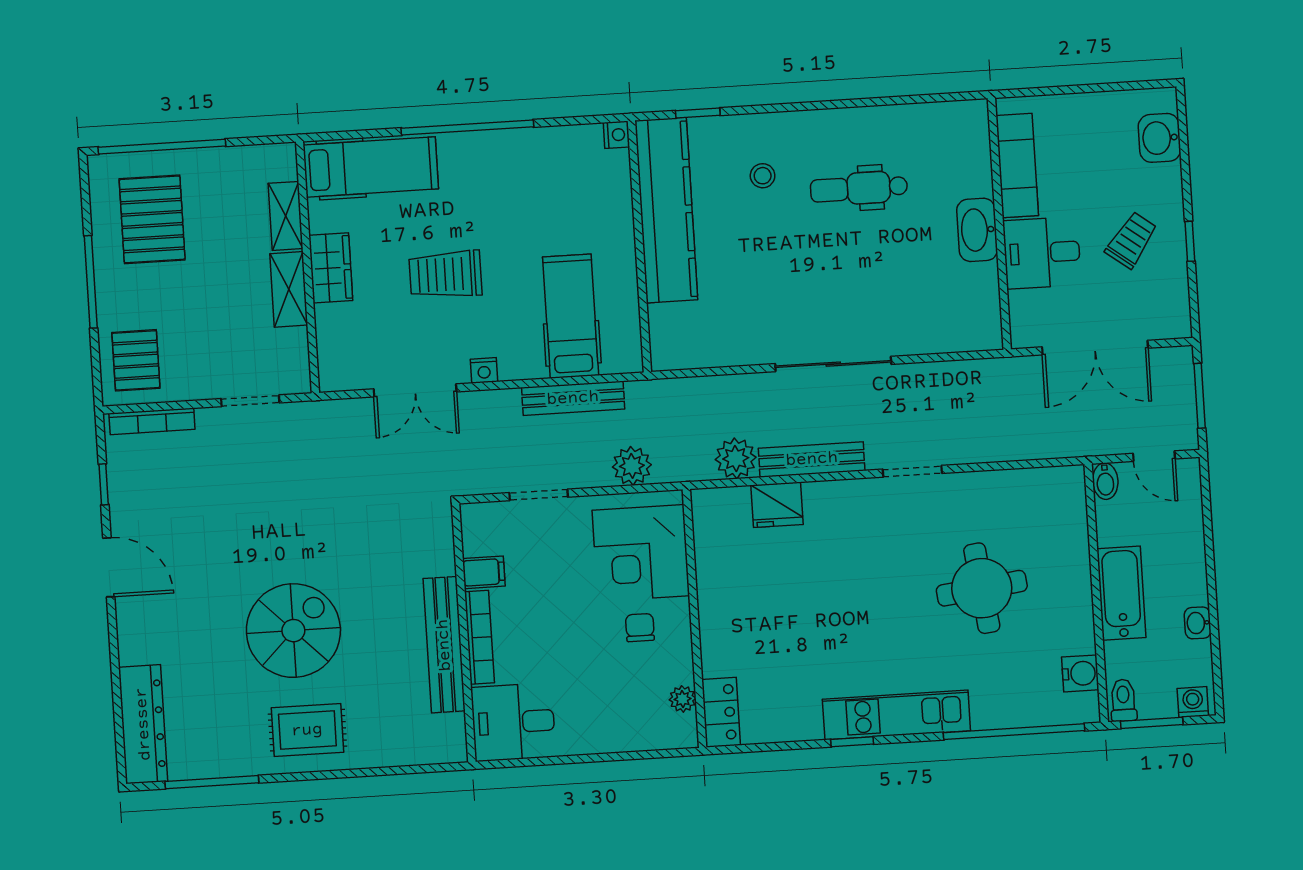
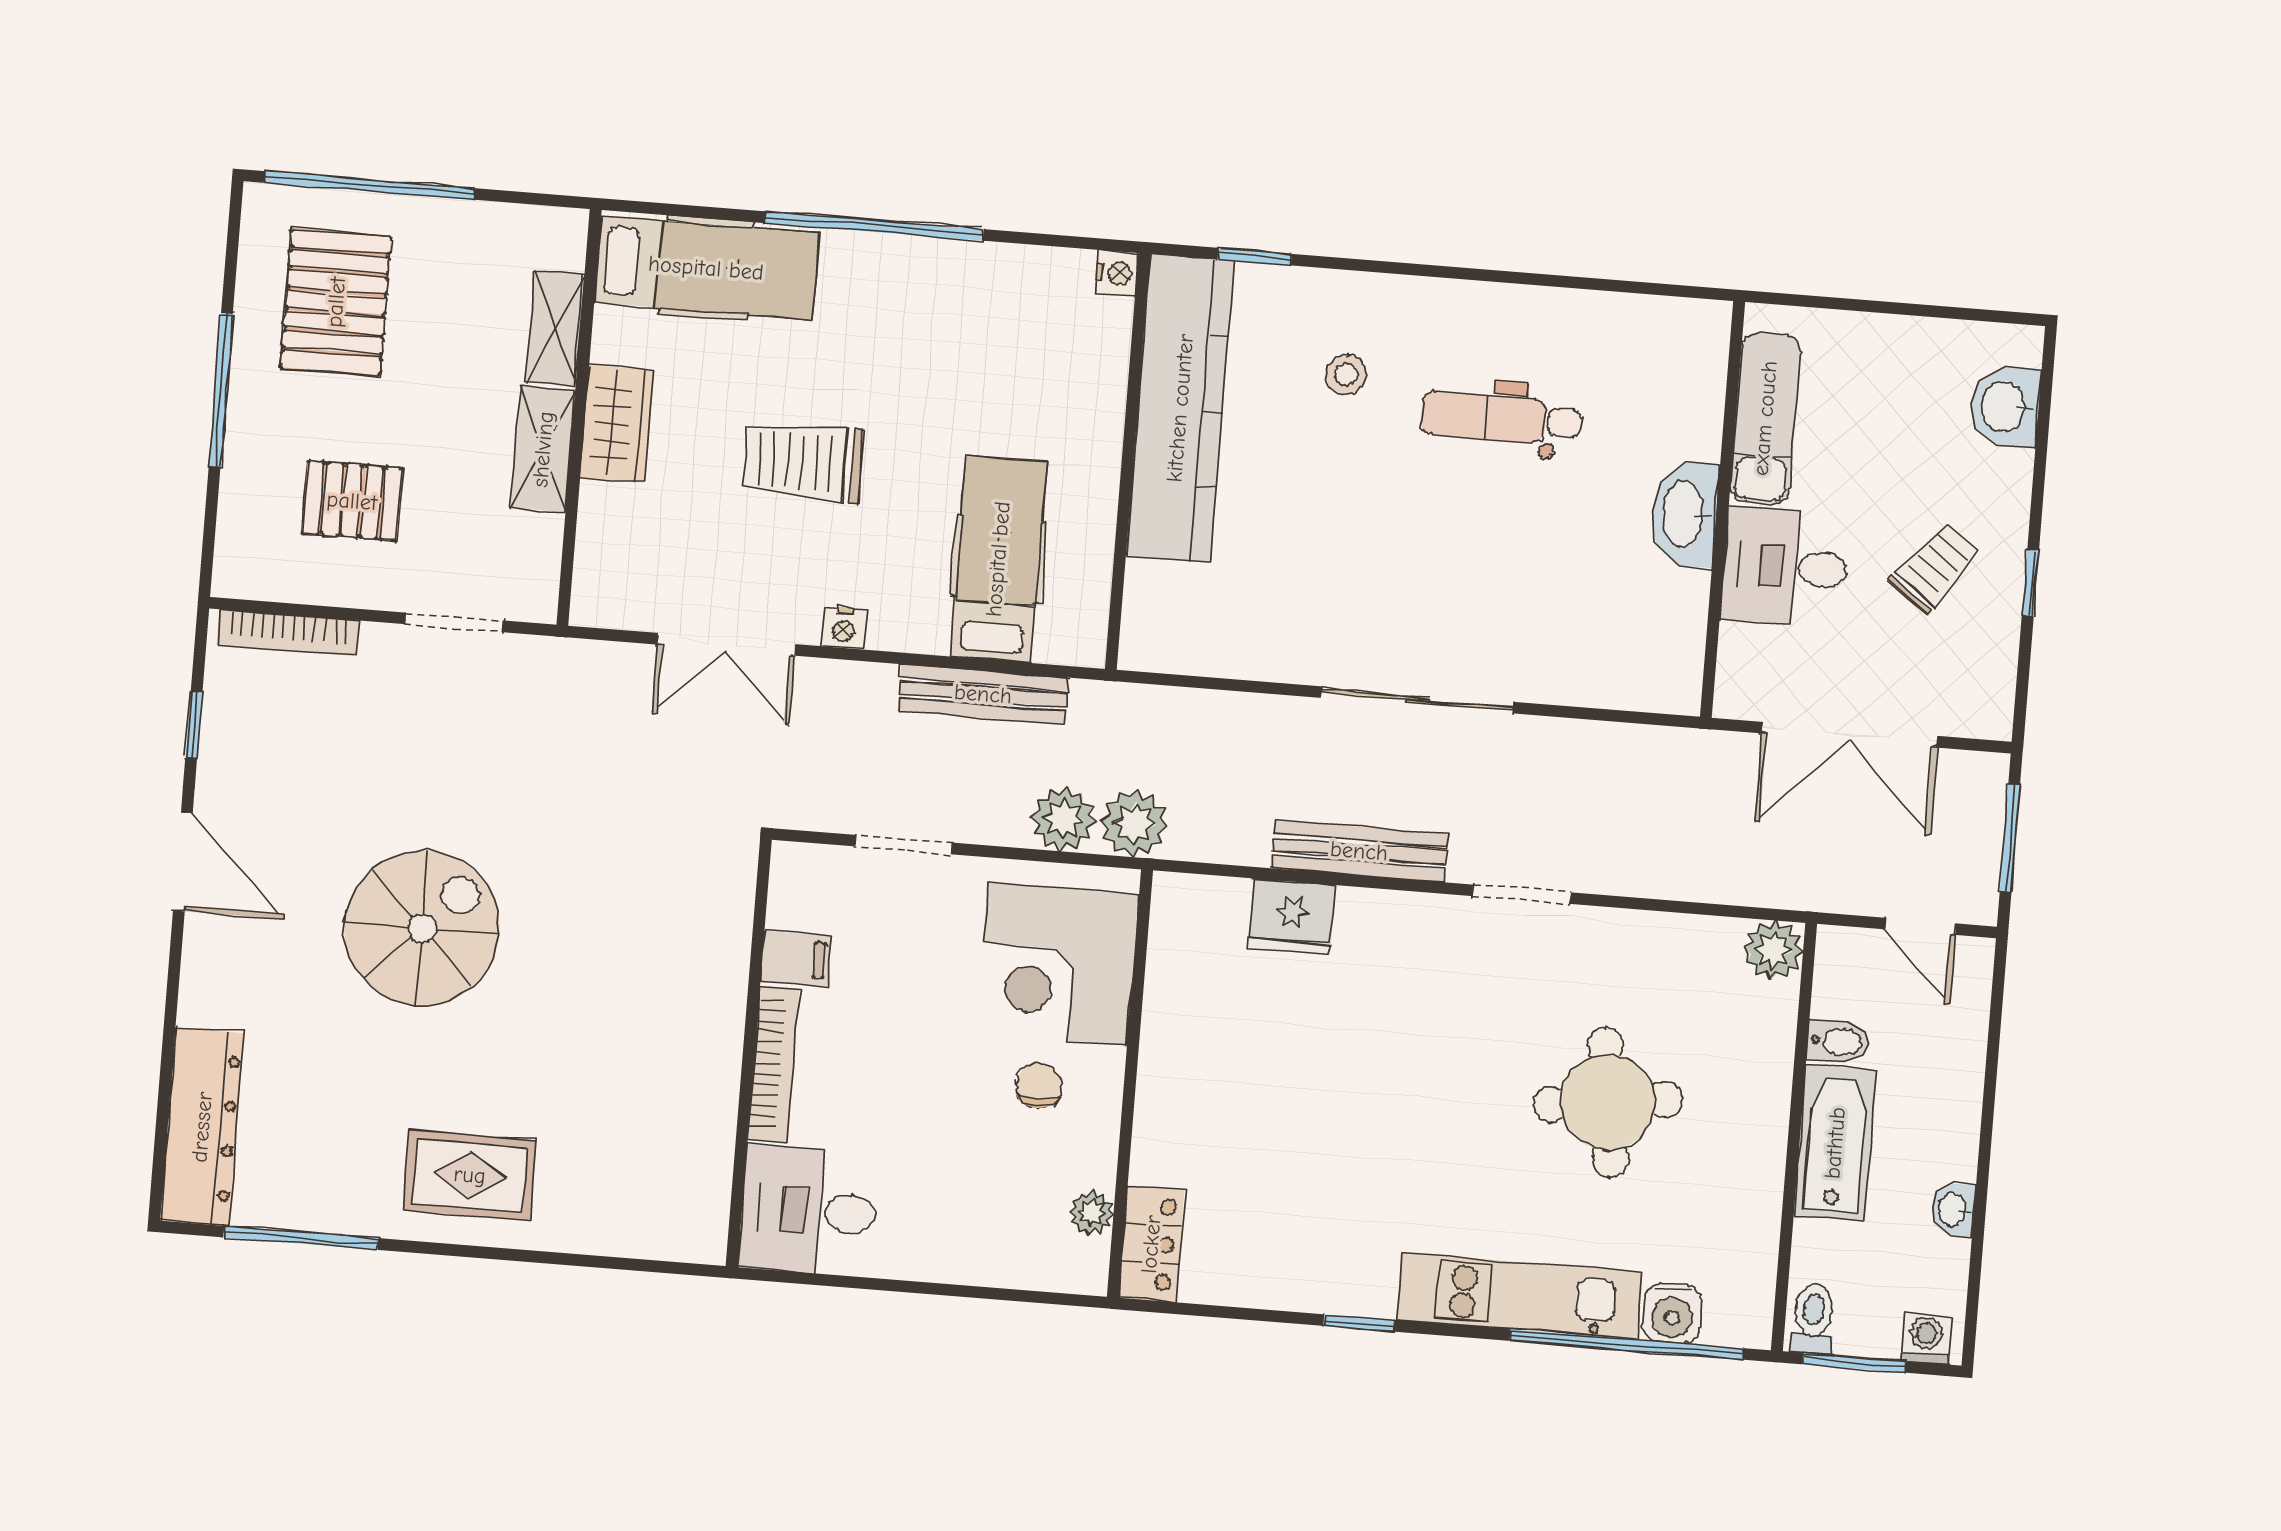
pallet: (136, 360) -> (352, 501), moved, turned 90
plant: (736, 458) -> (1134, 823), moved
bidet: (1105, 481) -> (1838, 1042), moved, turned -90
plant: (1068, 483) -> (1773, 950), added
spiral stairs: (293, 631) -> (422, 928), moved
bench: (444, 645) -> (714, 1068), removed
water cooler: (1080, 673) -> (1672, 1313), moved, turned 90
kitchen unit: (896, 715) -> (1519, 1296), moved

